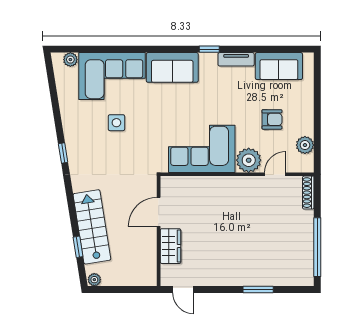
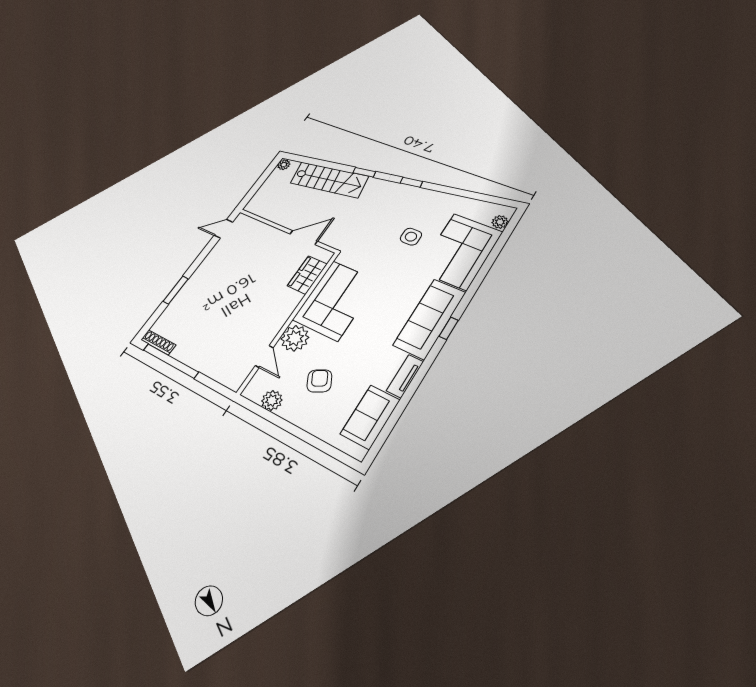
window: (209, 49) -> (449, 328), moved
sofa: (172, 67) -> (430, 319), width x1.36
armchair: (272, 119) -> (319, 381), turned 152
shoe rack: (308, 193) -> (158, 342), moved
door: (159, 212) -> (304, 238), hinge flipped
wardrobe: (171, 246) -> (307, 275), moved, turned 90
window: (78, 247) -> (364, 172), moved

